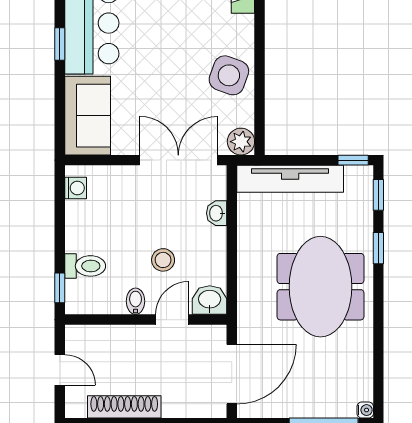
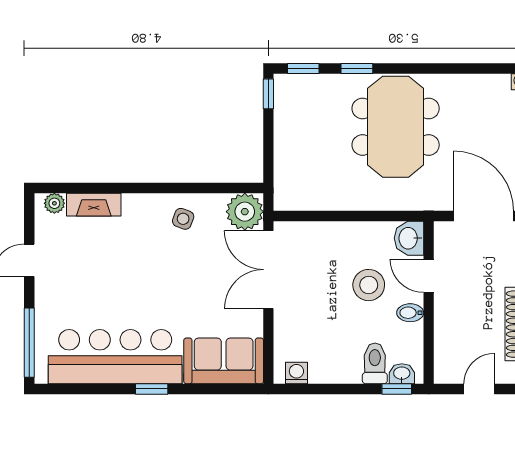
side table: (229, 75) -> (183, 219), width x0.54, depth x0.54
plant: (241, 142) -> (245, 212), width x1.36, depth x1.36
tv unit: (290, 179) -> (287, 157), removed
washbasin: (217, 213) -> (402, 374), moved, turned 180
stool: (163, 260) -> (369, 285), width x1.38, depth x1.38
meeting table: (320, 287) -> (396, 127), turned 90

